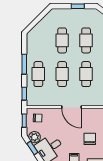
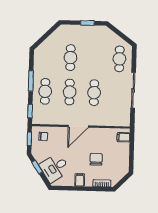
cafe table: (86, 40) -> (95, 58), removed
door: (71, 107) -> (78, 126), hinge flipped
plant: (35, 137) -> (40, 156), removed

